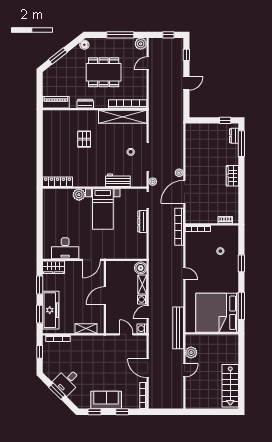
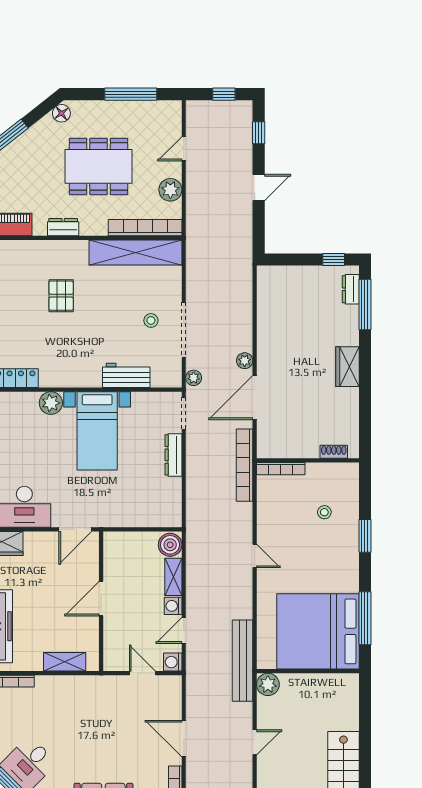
plant: (141, 44) -> (170, 190), moved
plant: (191, 353) -> (268, 684), moved

